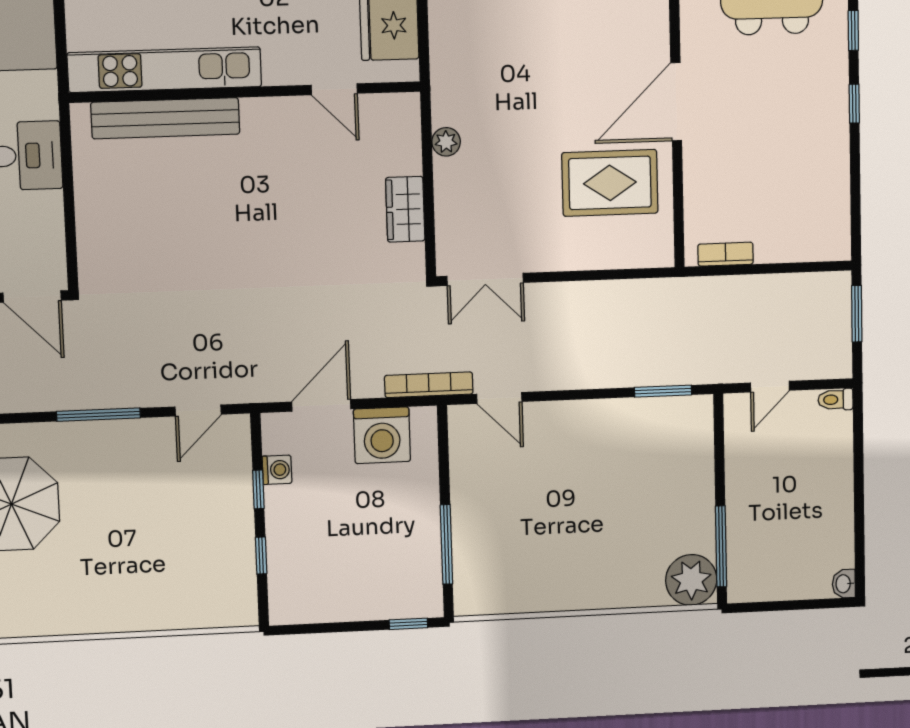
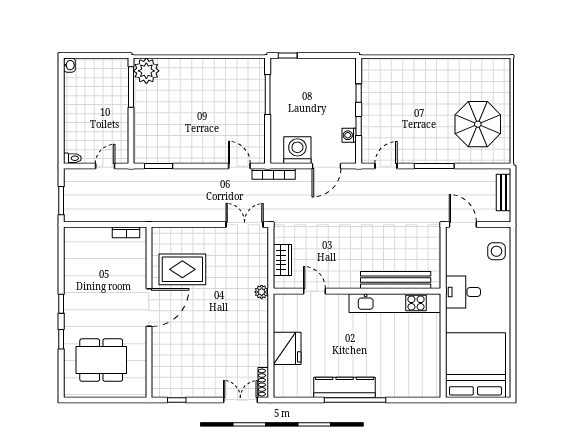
kitchen unit: (165, 70) -> (395, 303), moved
door: (334, 89) -> (314, 291), moved
wall: (245, 92) -> (357, 291), moved
bench: (165, 118) -> (396, 280), moved

